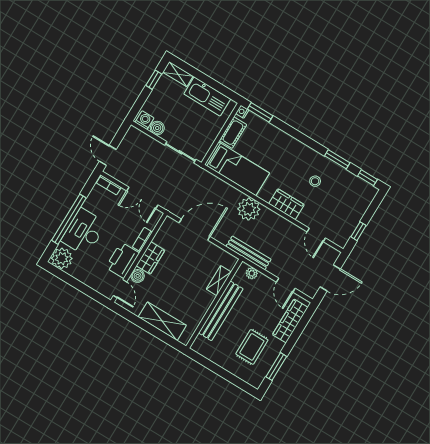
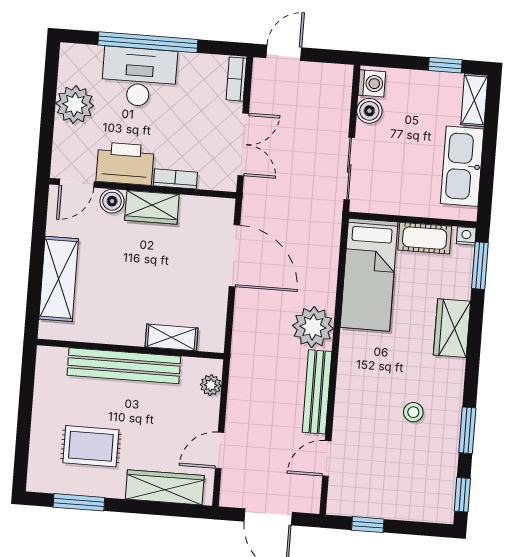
double door: (142, 198) -> (243, 144), swing flipped
wardrobe: (286, 204) -> (452, 328), moved, turned 180
bench: (248, 253) -> (317, 392), moved
plant: (62, 258) -> (75, 105), moved

